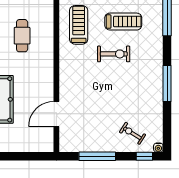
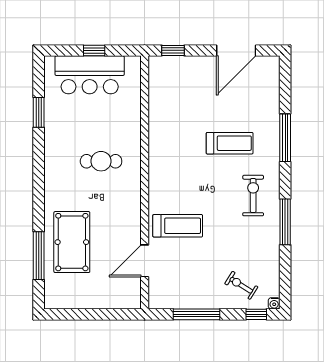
treadmill: (79, 25) -> (178, 226), moved, turned 90
cafe table: (22, 36) -> (101, 161), turned 90
exercise bike: (114, 54) -> (253, 196), moved, turned -90

